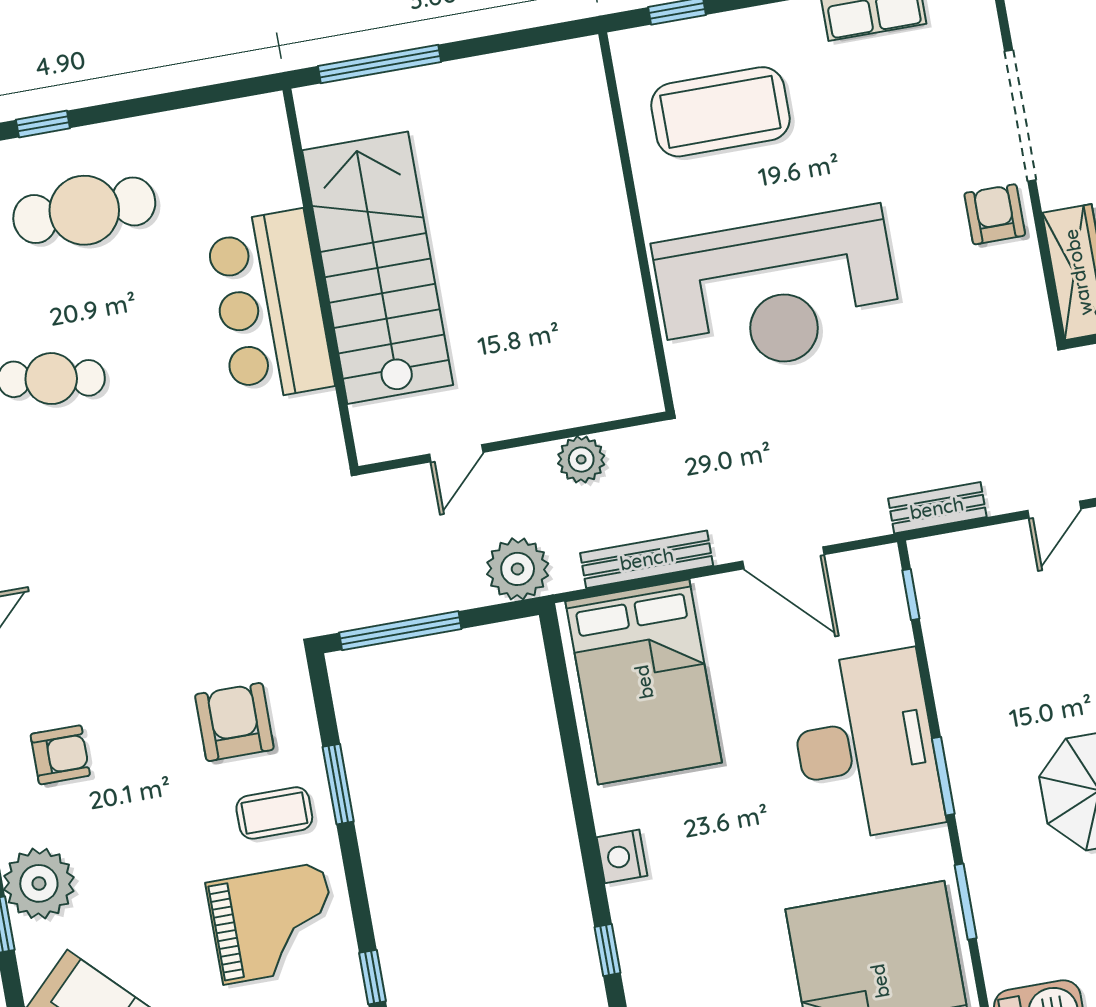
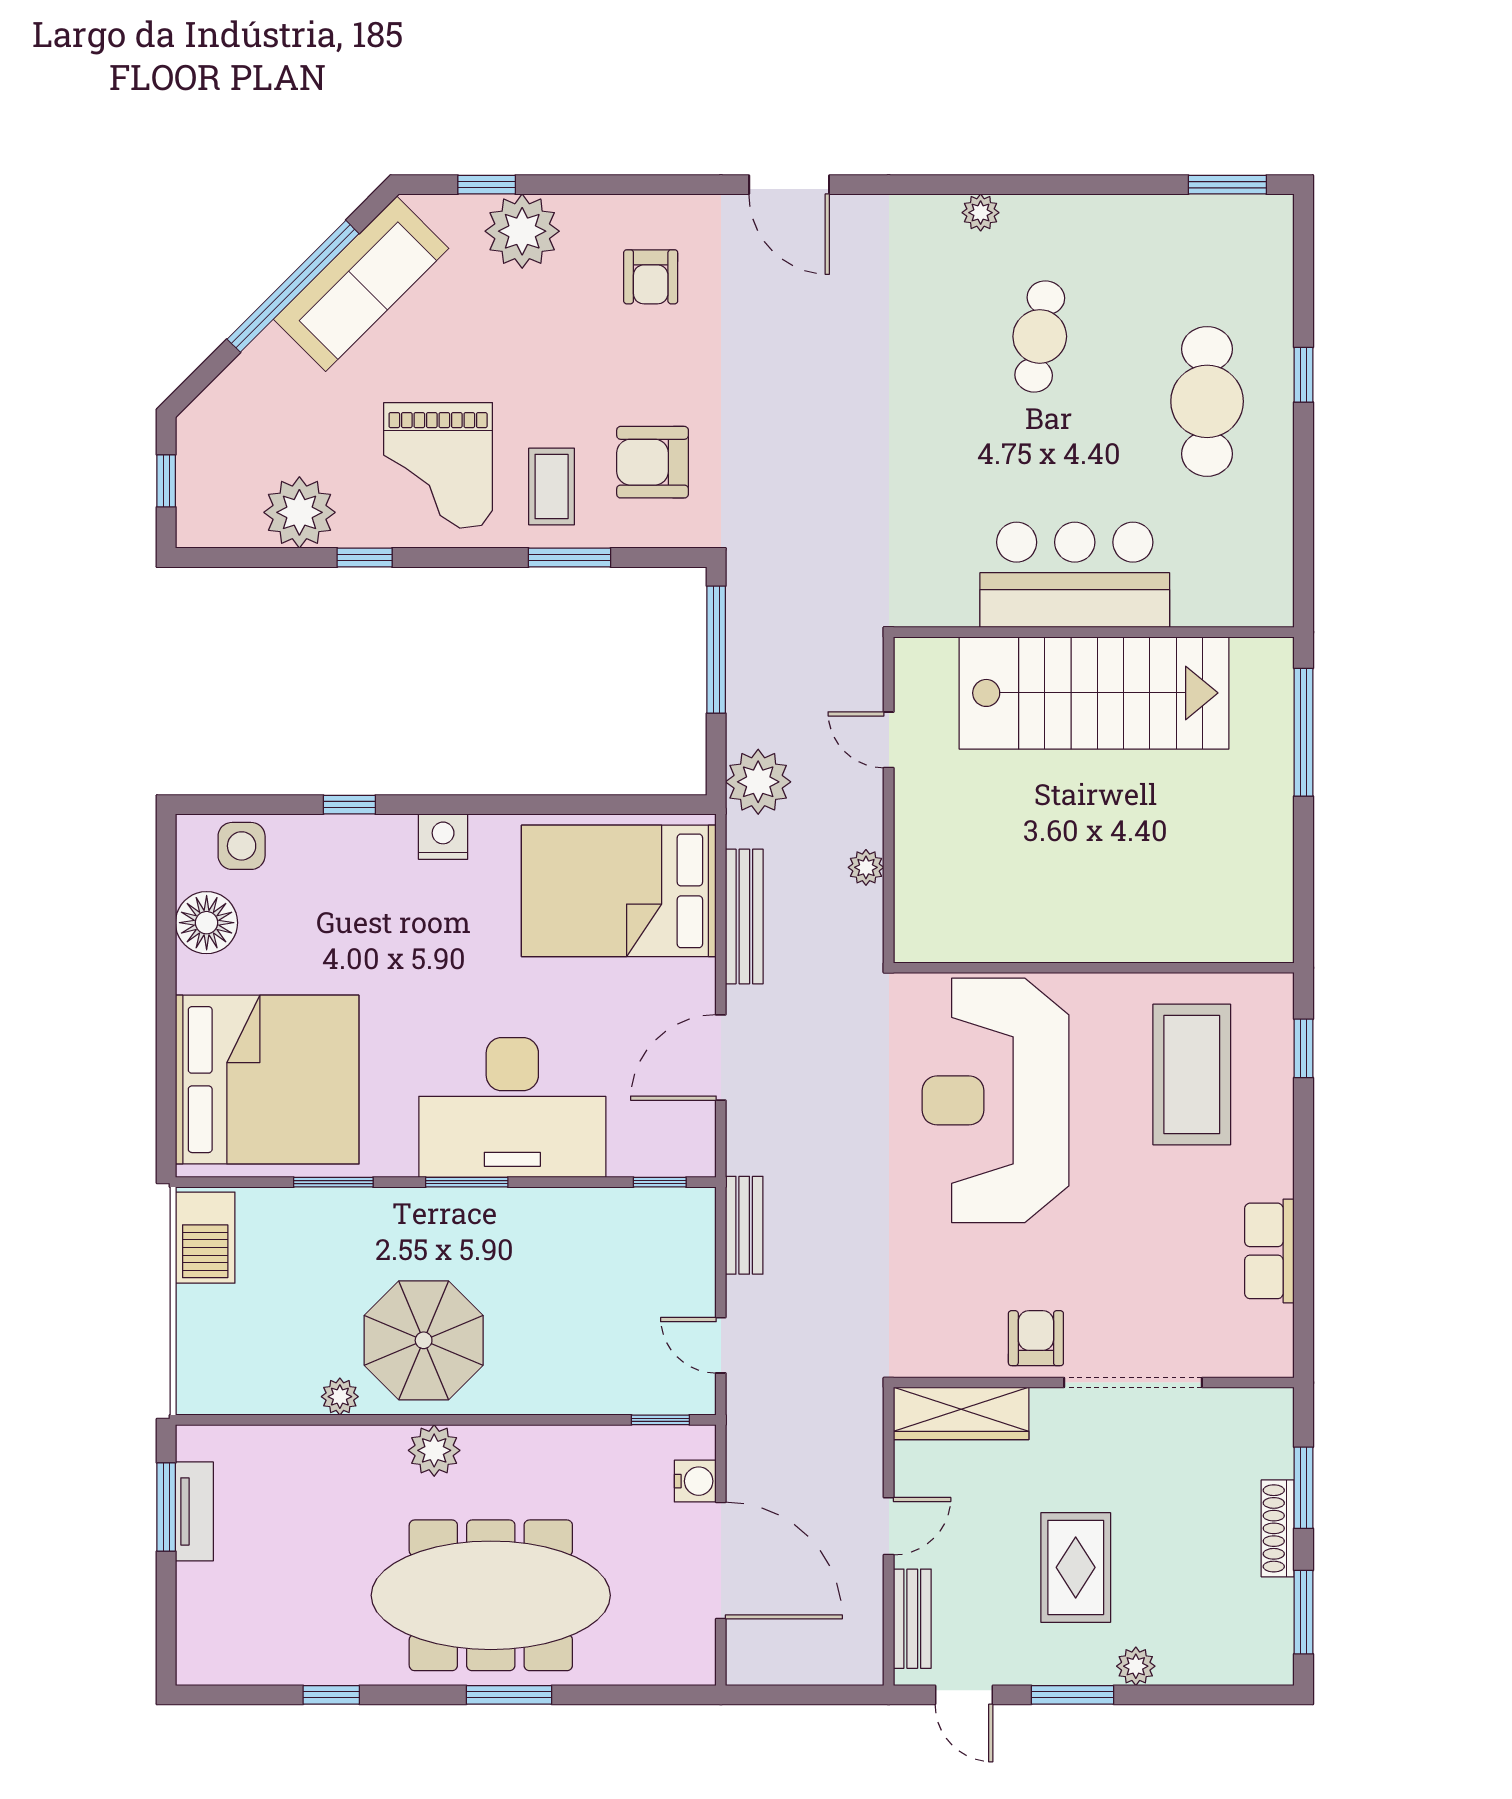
armchair: (995, 214) -> (1036, 1338), turned -90
plant: (581, 459) -> (866, 867), width x0.73, depth x0.73
armchair: (234, 722) -> (653, 462), turned 180

